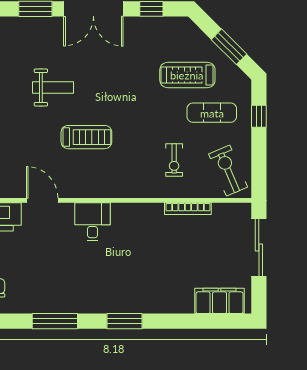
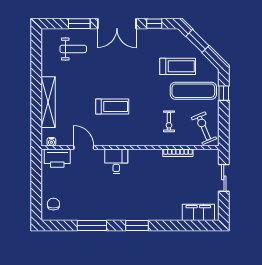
window: (229, 47) -> (197, 41), moved
treadmill: (187, 75) -> (178, 66), turned 180
weight bench: (53, 87) -> (73, 49), moved
exercise mat: (212, 113) -> (193, 91), width x1.36, depth x1.45
sliding door: (259, 247) -> (224, 178), width x0.73

